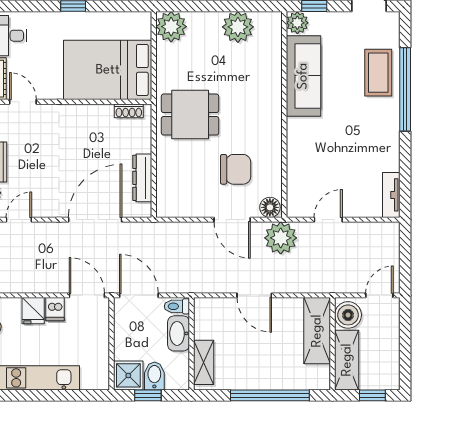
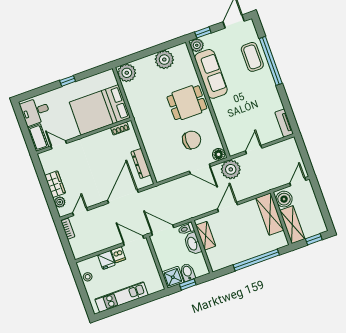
dining table: (190, 115) -> (187, 103), moved
door: (254, 295) -> (227, 207), swing flipped
shelving: (204, 362) -> (206, 236), moved

